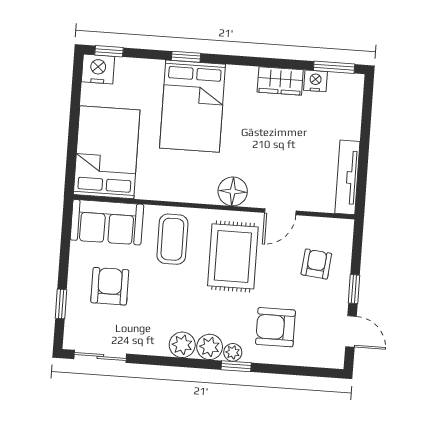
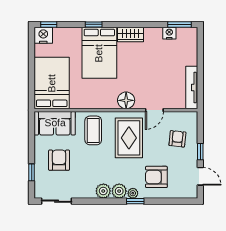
wardrobe: (280, 81) -> (131, 35), moved

